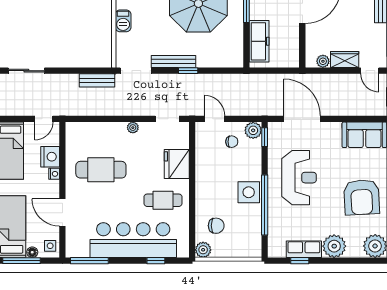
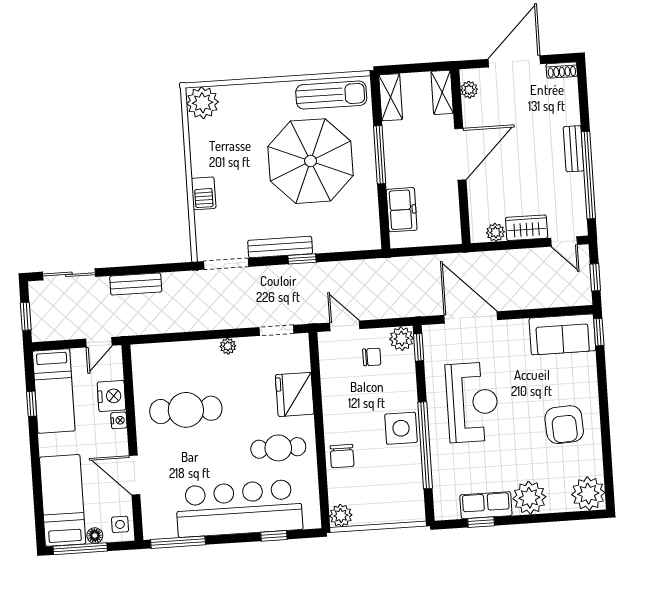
freezer: (259, 41) -> (402, 210), width x0.71
bench: (97, 80) -> (136, 284), moved
armchair: (362, 197) -> (564, 425), width x0.73, depth x0.73
chair: (216, 226) -> (342, 456), moved, turned 90

